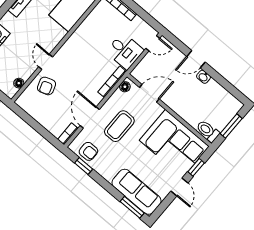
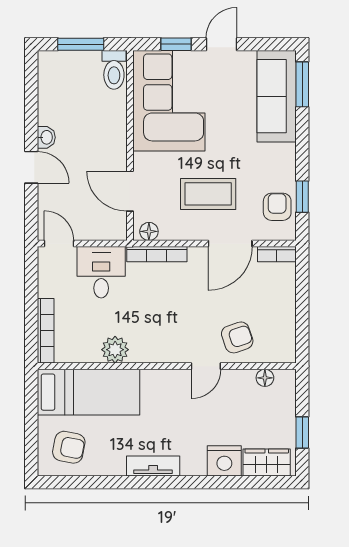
plant: (86, 29) -> (115, 350), added

